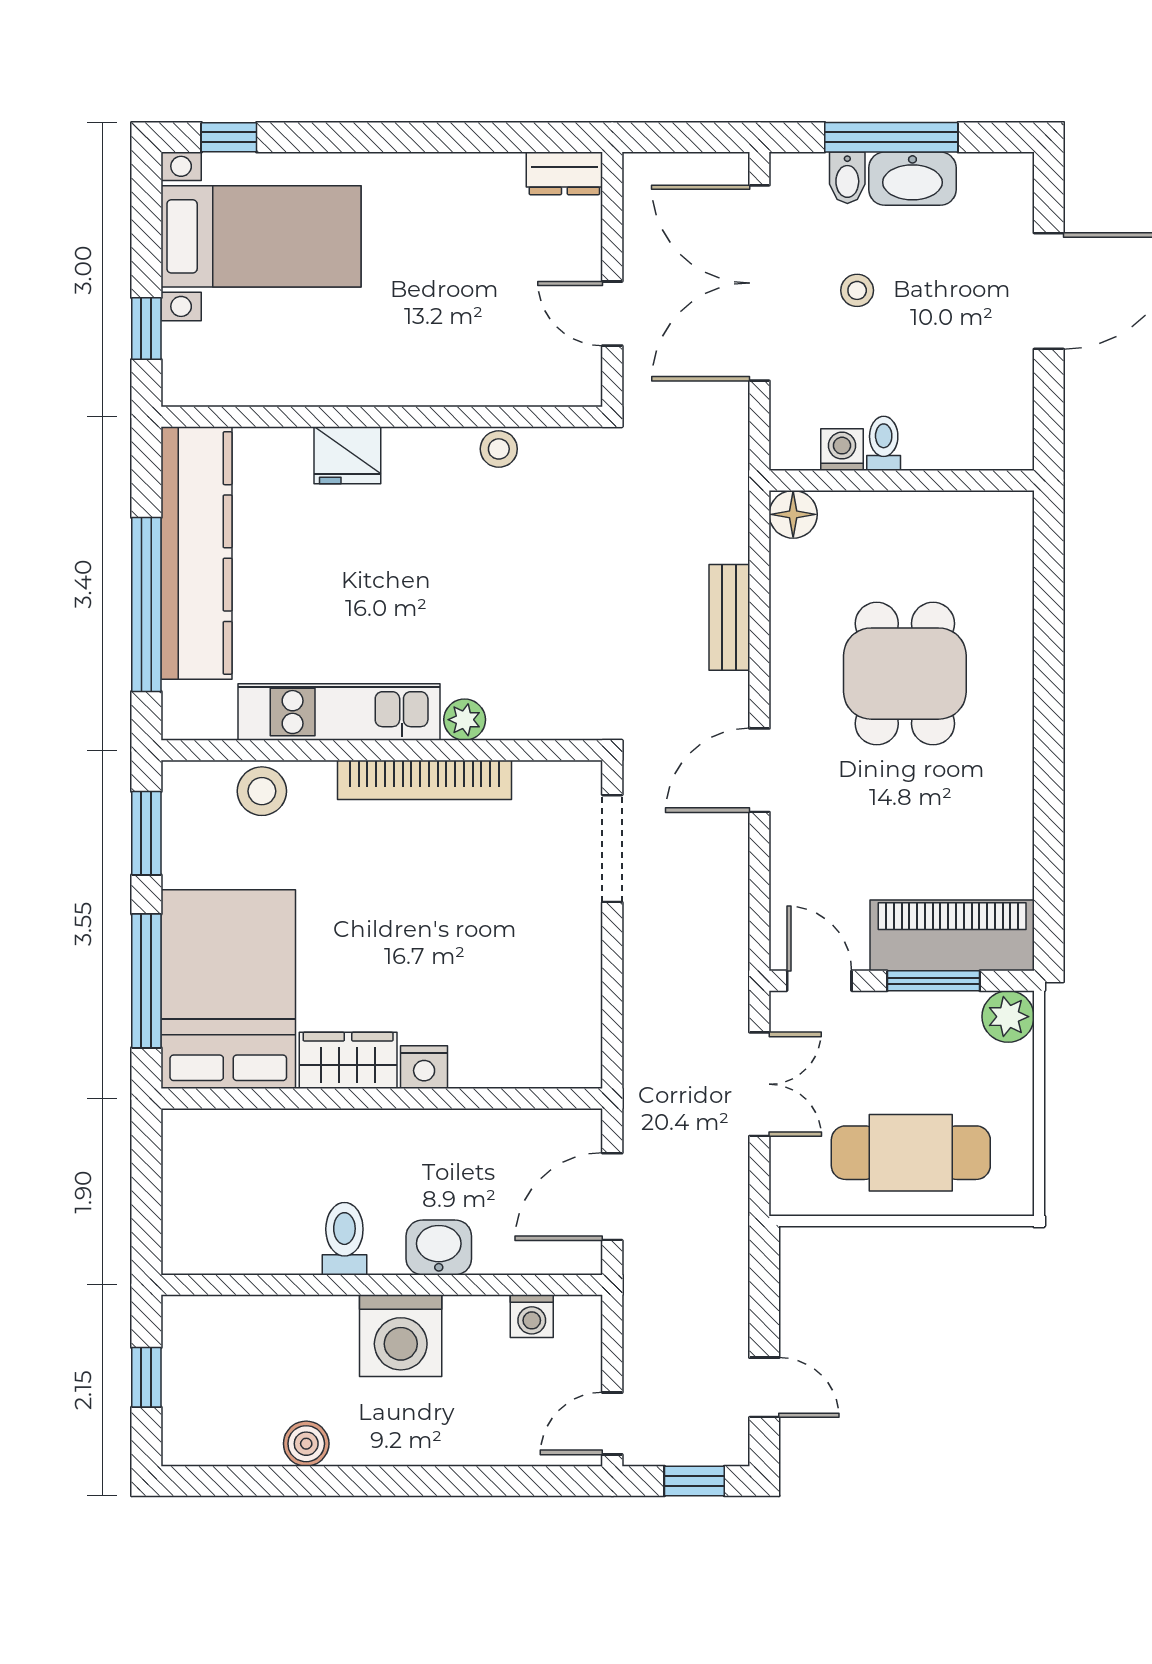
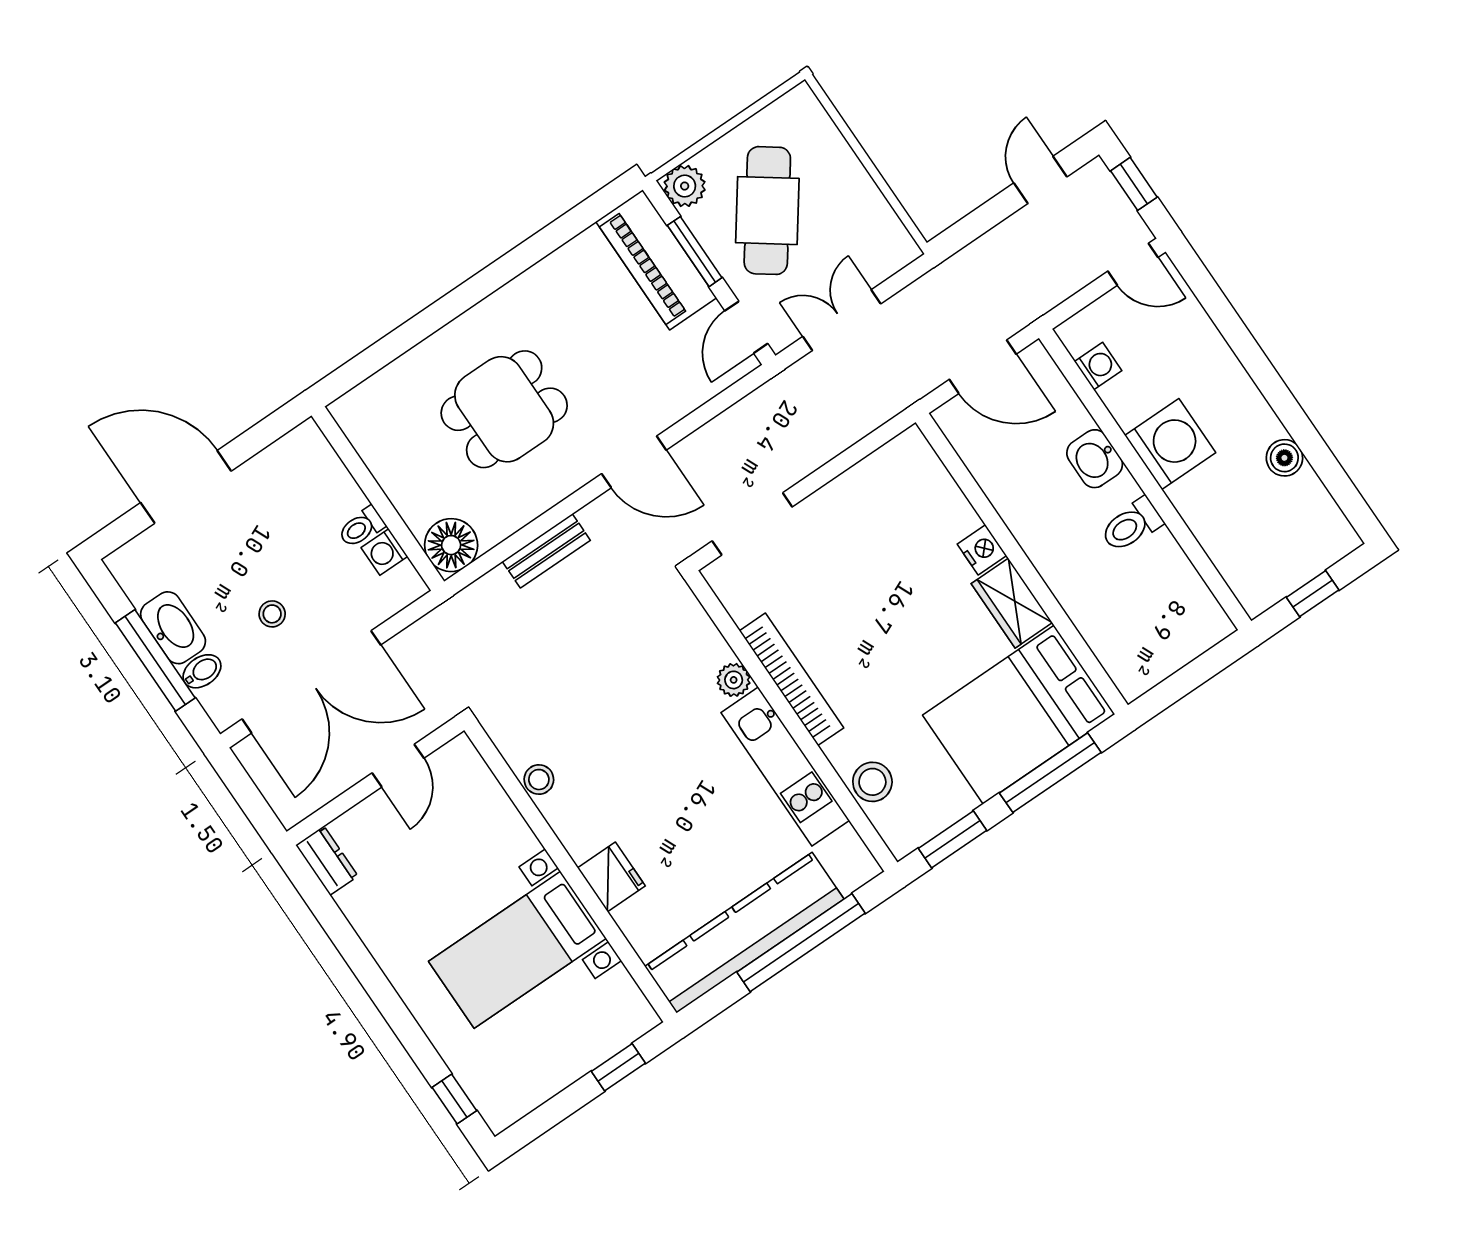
bed with nightstands: (261, 236) -> (517, 950), moved, turned -90
floor lamp: (793, 514) -> (451, 545), width x1.38, depth x1.38
cafe table: (911, 1153) -> (767, 211), moved, turned 36

